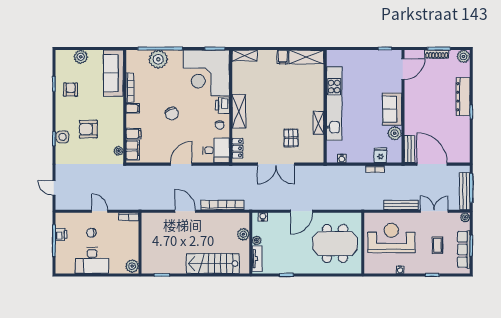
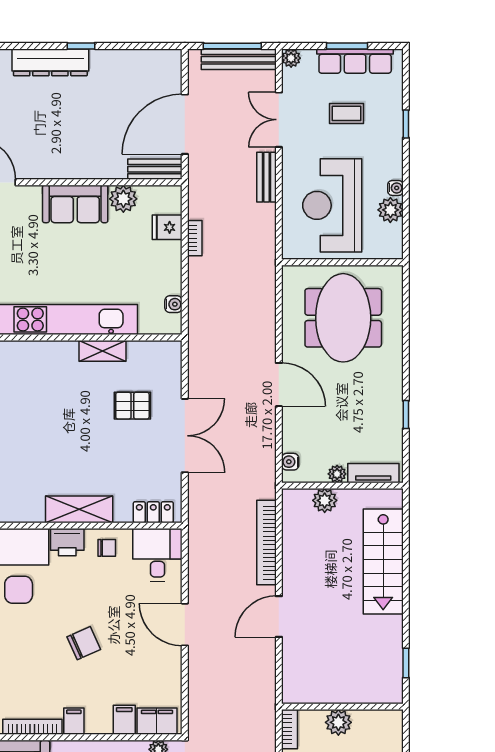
bench: (401, 205) -> (267, 177), width x0.73
plant: (132, 266) -> (338, 722), moved
plant: (389, 267) -> (390, 210), added

